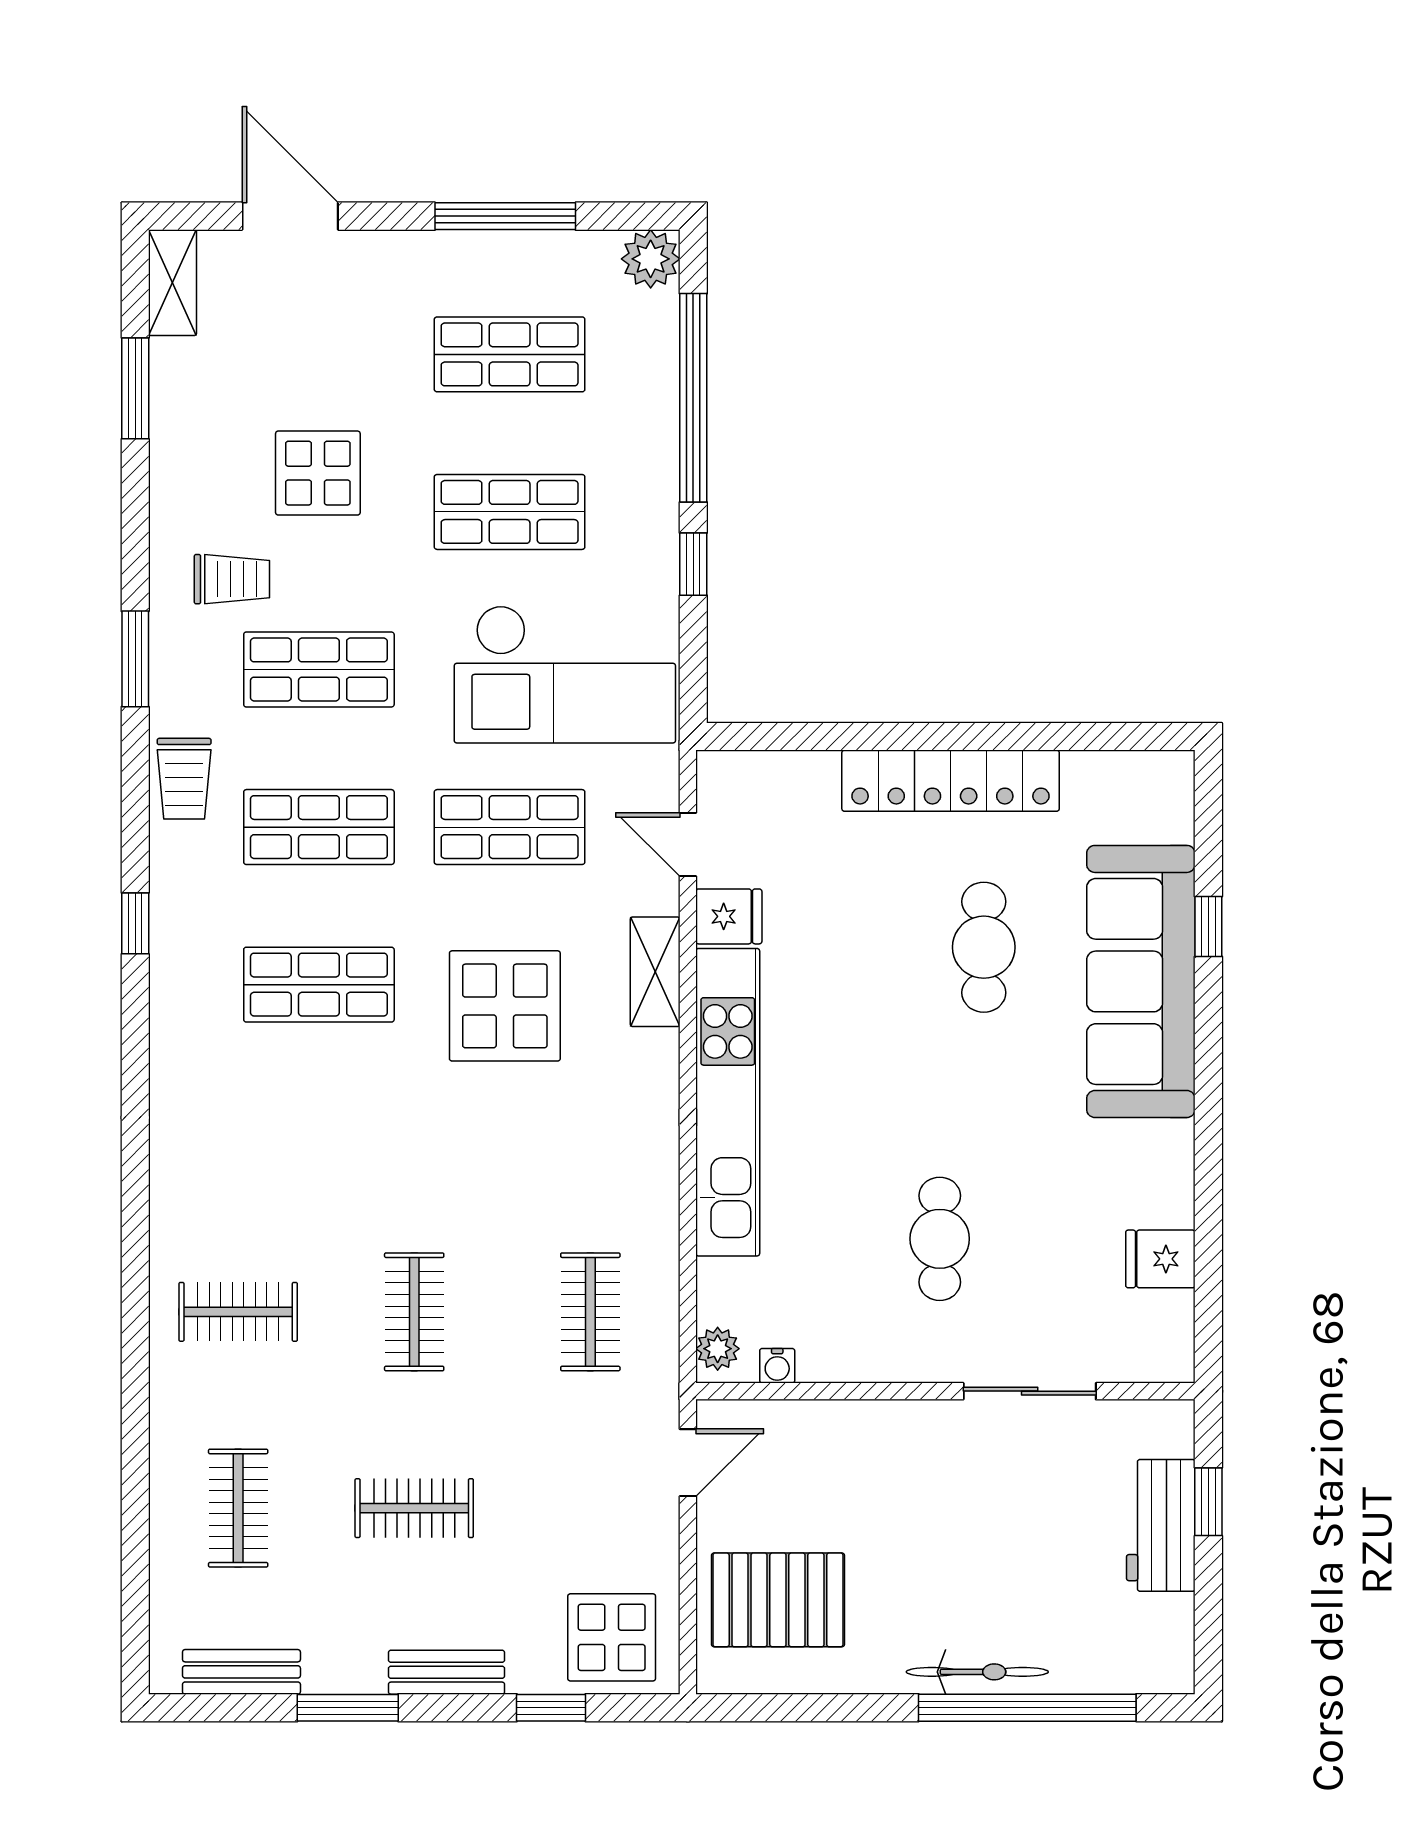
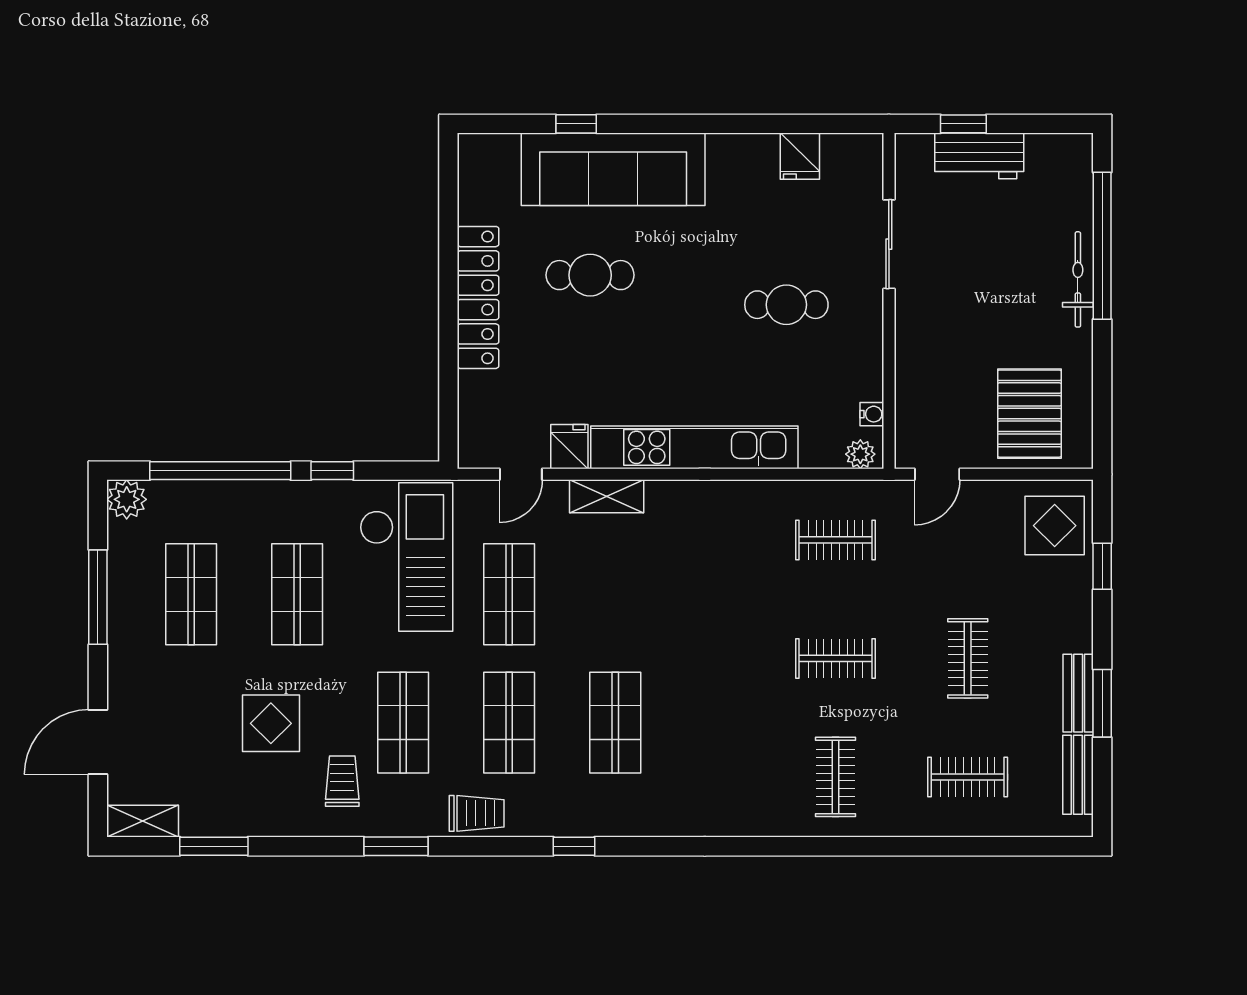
display table: (505, 1006) -> (630, 597), removed
door: (688, 1463) -> (937, 474), swing flipped
bench: (447, 1672) -> (1078, 693), moved

